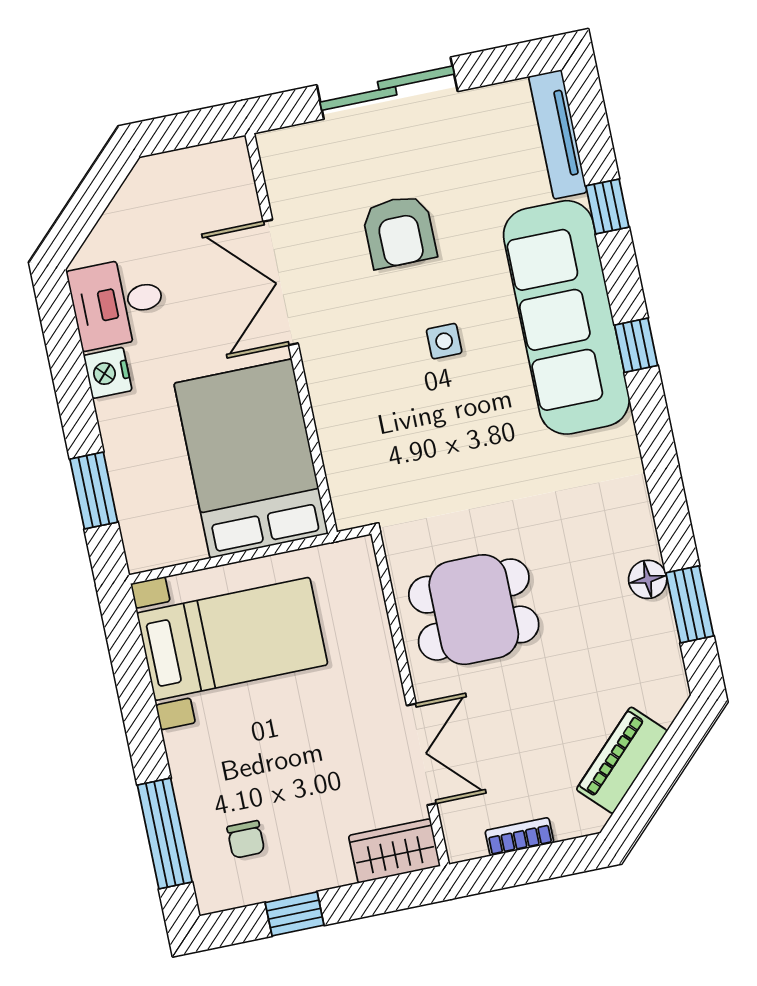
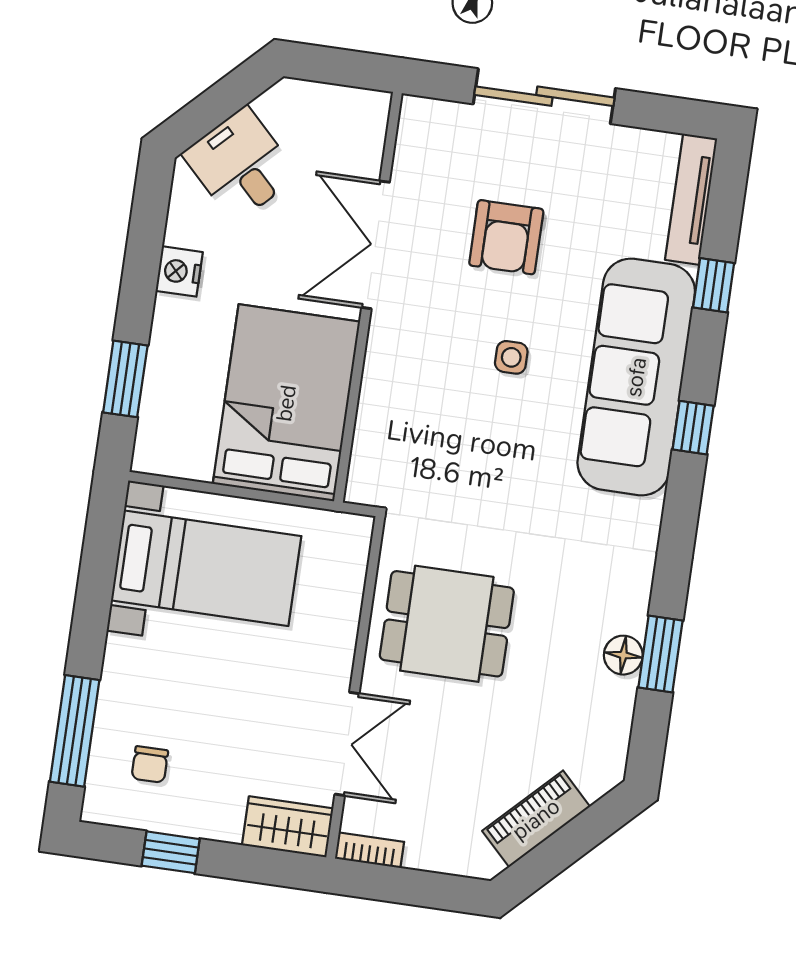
desk: (118, 303) -> (240, 165), moved, turned 45
window: (690, 604) -> (661, 654), moved
bookcase: (519, 837) -> (370, 850), moved

